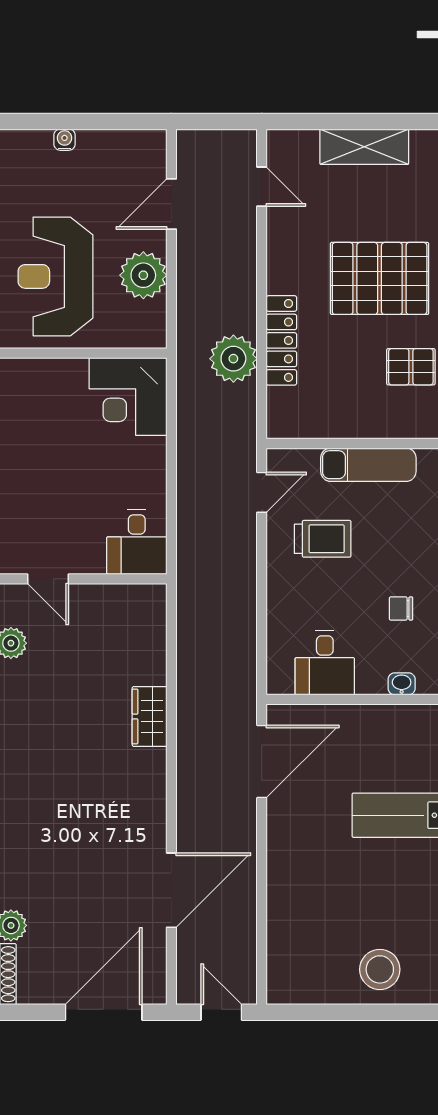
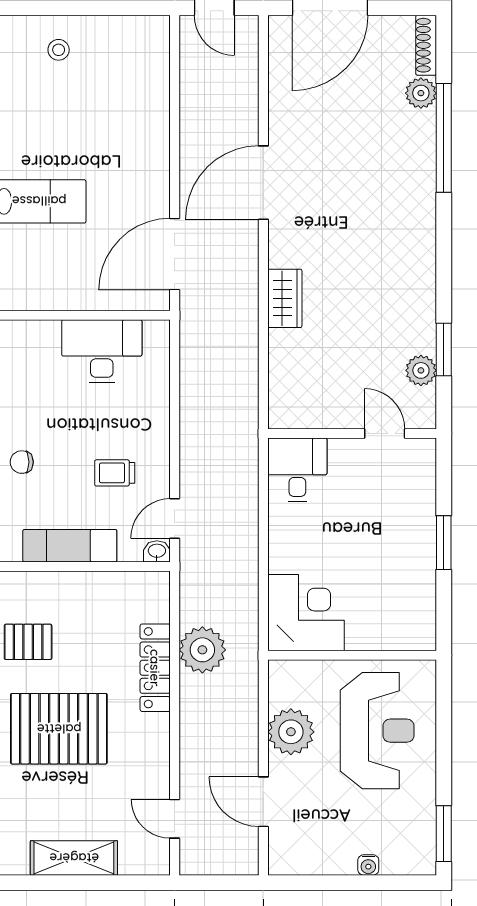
door: (171, 204) -> (263, 802), swing flipped
trolley: (323, 539) -> (115, 473), width x0.73, depth x0.72
chair: (401, 608) -> (22, 462), moved, turned 180
desk: (325, 663) -> (102, 351), width x1.37
washbasin: (402, 684) -> (157, 551), moved, turned 180
door: (171, 890) -> (263, 183), moved
stool: (380, 969) -> (59, 50), width x0.53, depth x0.53

